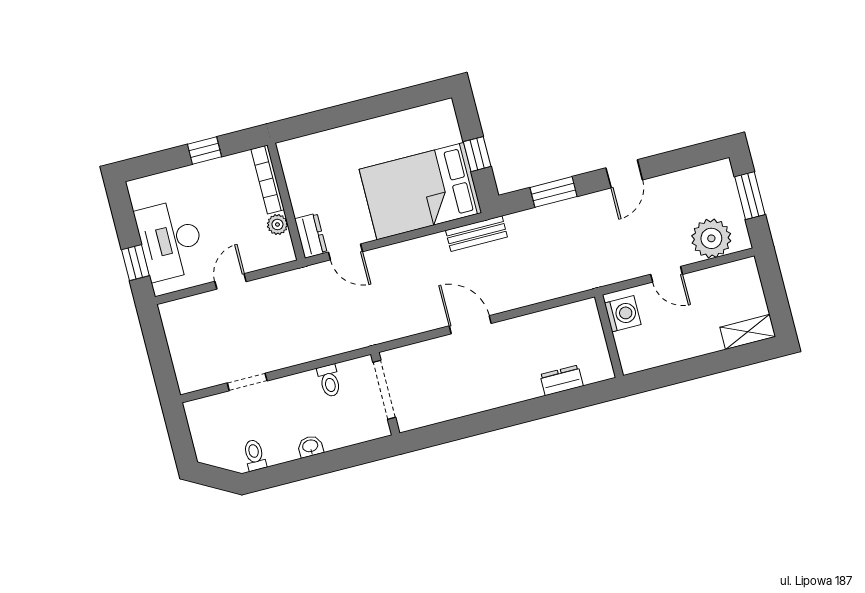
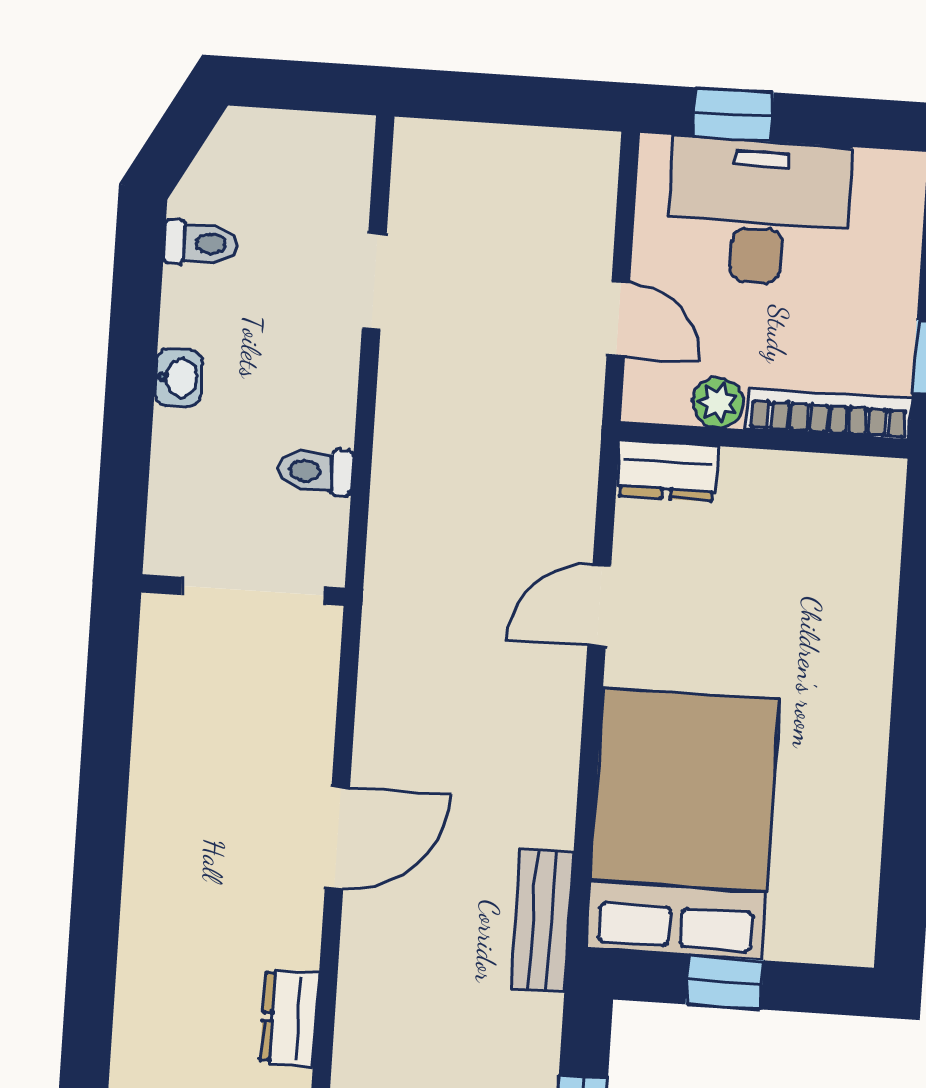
bookcase: (268, 179) -> (829, 414), moved
wall: (286, 202) -> (764, 440), moved
plant: (277, 225) -> (718, 403), moved
dresser: (311, 236) -> (667, 471), moved
dresser: (562, 380) -> (289, 1018), moved, turned 180

